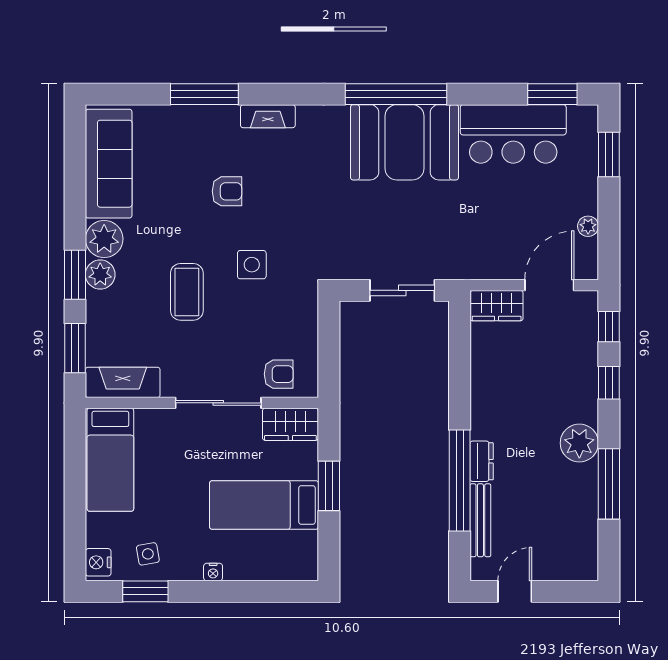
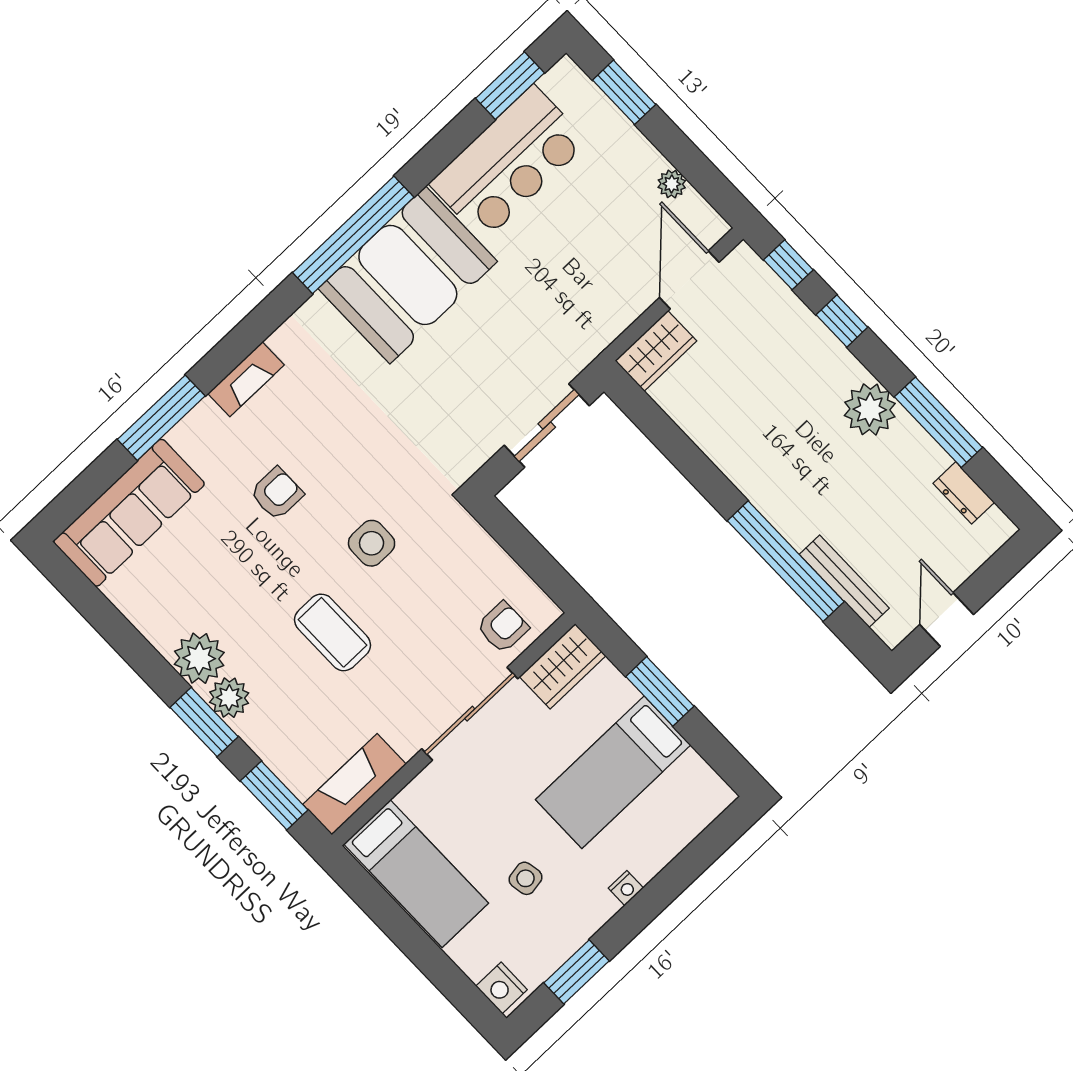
sofa: (109, 164) -> (129, 513), moved, turned 90
dresser: (482, 461) -> (964, 493), moved, turned 180
side table: (148, 554) -> (526, 878), moved

